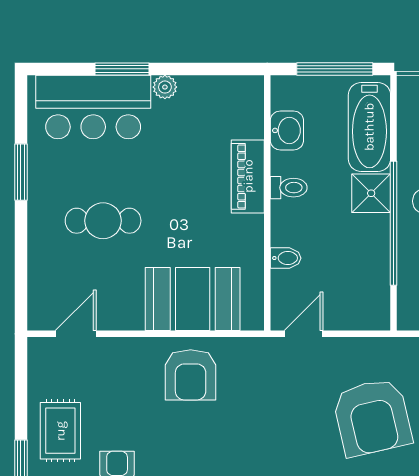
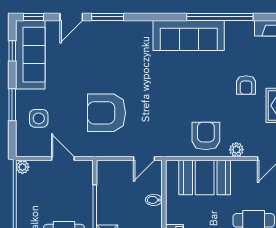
plant: (135, 350) -> (236, 150), added
armchair: (372, 417) -> (106, 113), turned -77

